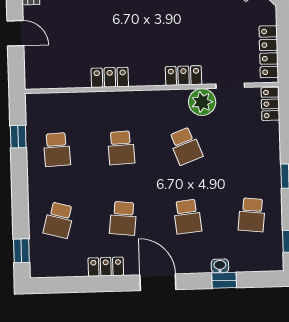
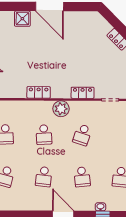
plant: (202, 102) -> (61, 109), moved
school desk: (185, 146) -> (82, 135), turned 39
locker: (106, 267) -> (32, 205), removed

